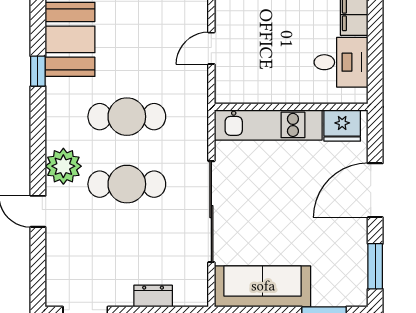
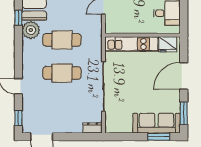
plant: (63, 166) -> (31, 30), moved
window: (38, 276) -> (18, 118), added
sofa: (263, 286) -> (157, 123), moved
dresser: (153, 296) -> (93, 128), moved

